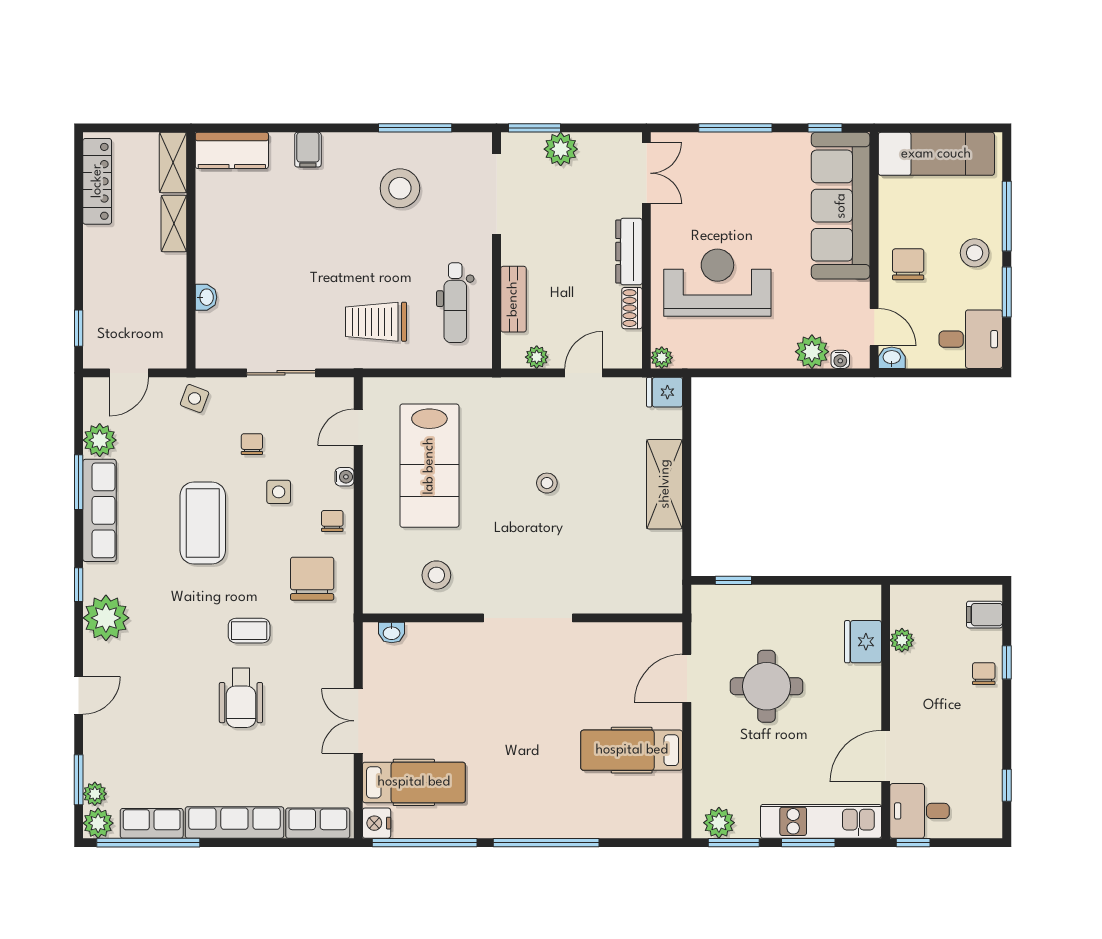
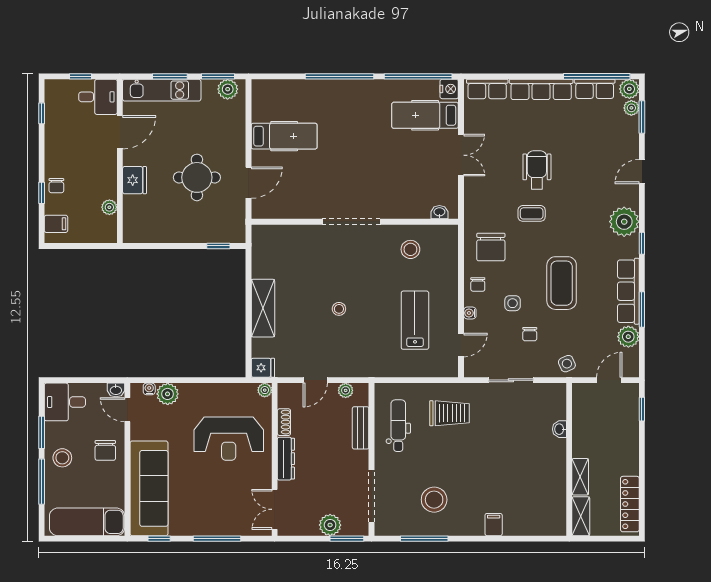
kitchen counter: (232, 150) -> (543, 524), removed
side table: (195, 398) -> (567, 364), turned 45
lab bench: (429, 466) -> (415, 320), width x0.73, depth x0.72
fridge: (863, 642) -> (134, 180), moved
window: (913, 843) -> (80, 76), moved

